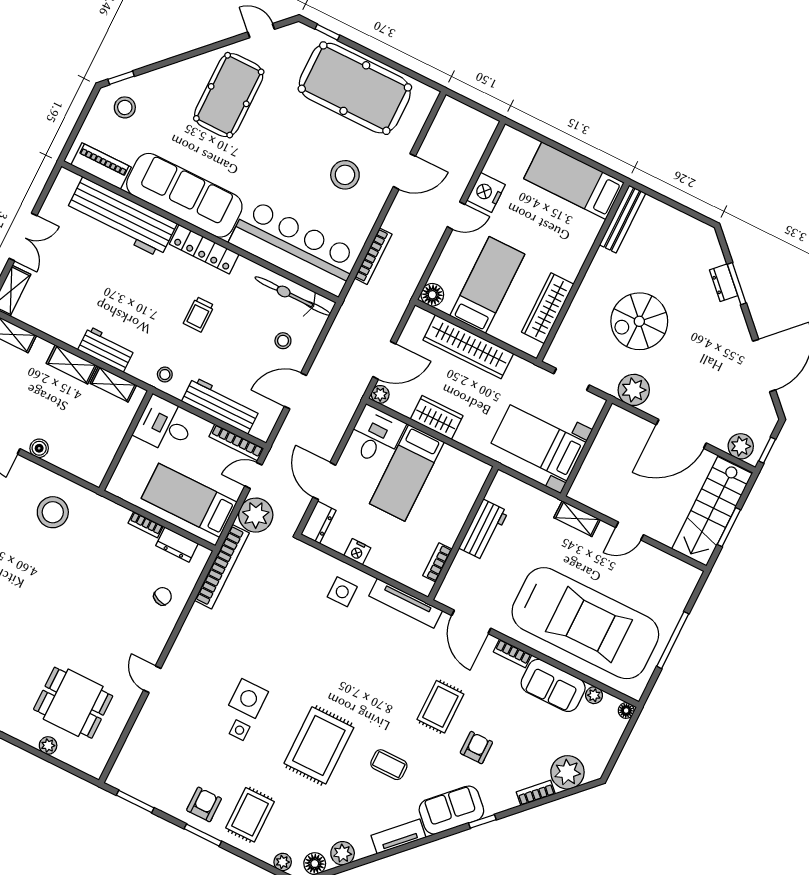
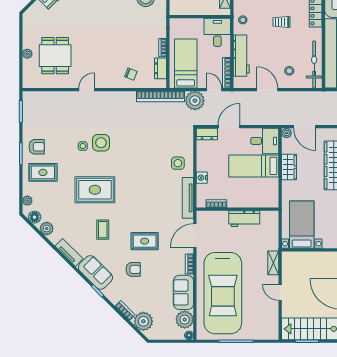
nightstand: (357, 552) -> (202, 178), moved
plant: (594, 695) -> (185, 320), width x1.87, depth x1.87

